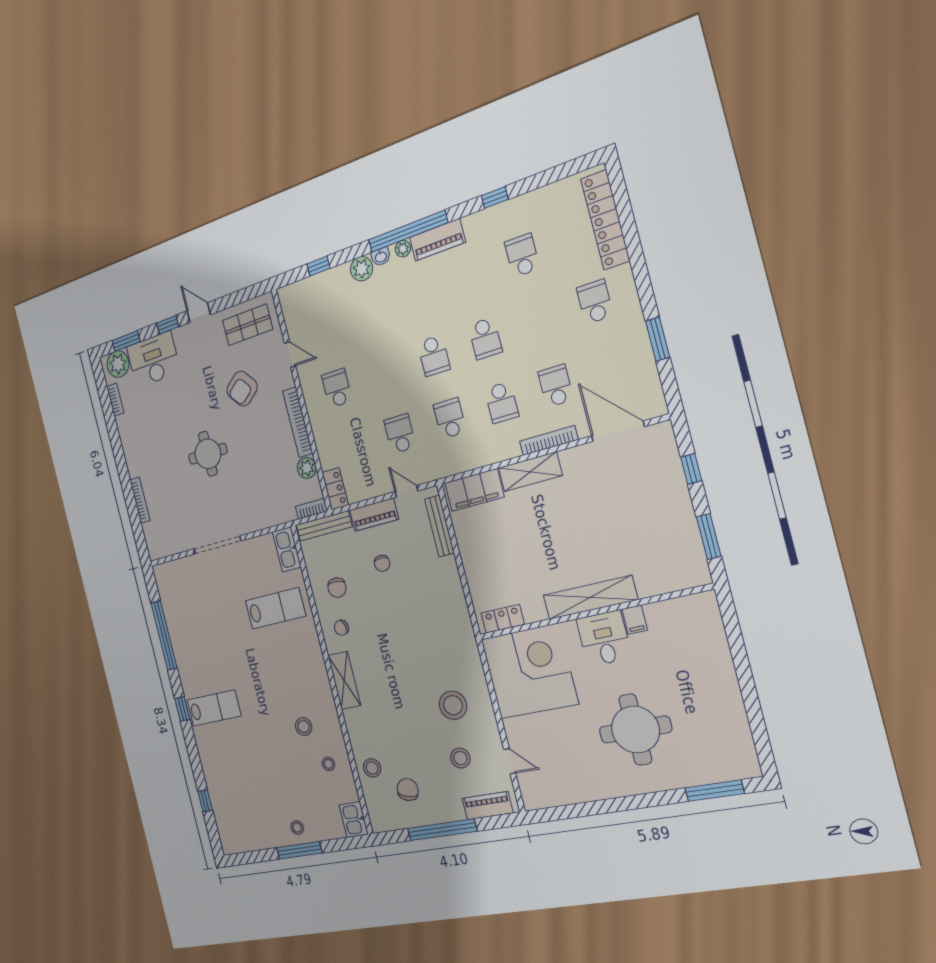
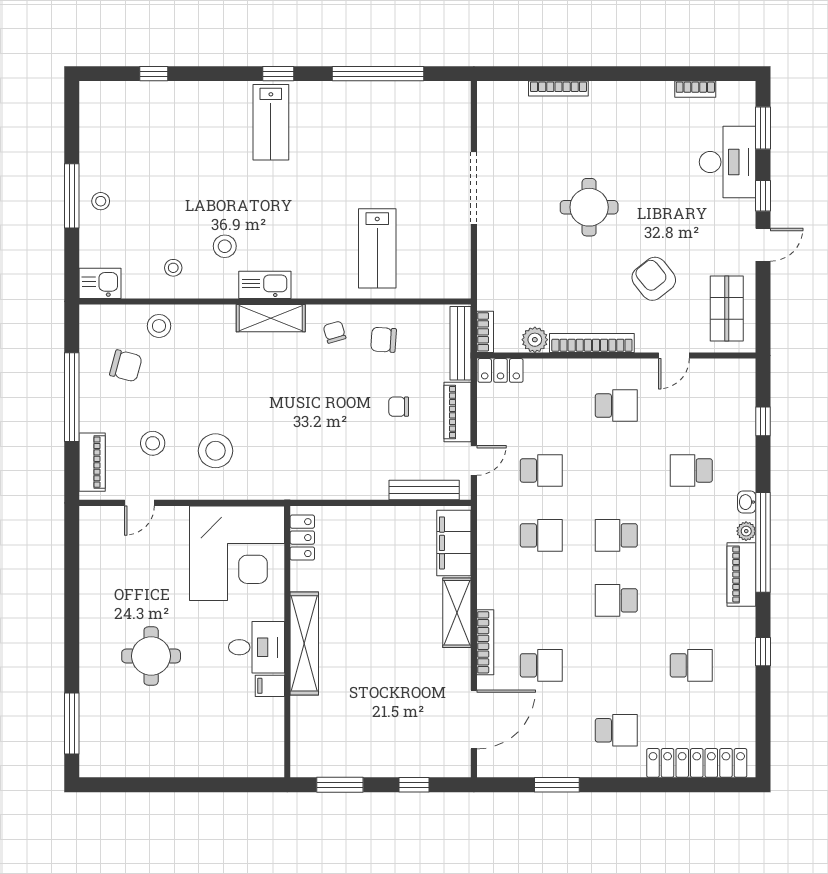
plant: (362, 269) -> (742, 475), removed
plant: (118, 364) -> (738, 107), removed
school desk: (502, 402) -> (691, 470), moved
kitchen sink: (287, 549) -> (265, 285), moved
round table: (635, 730) -> (151, 656), width x0.73, depth x0.73

